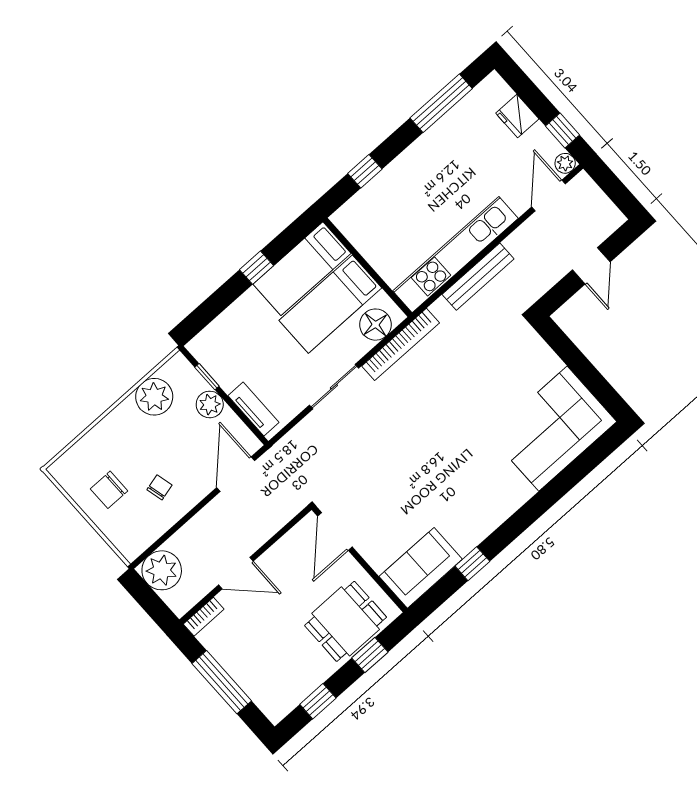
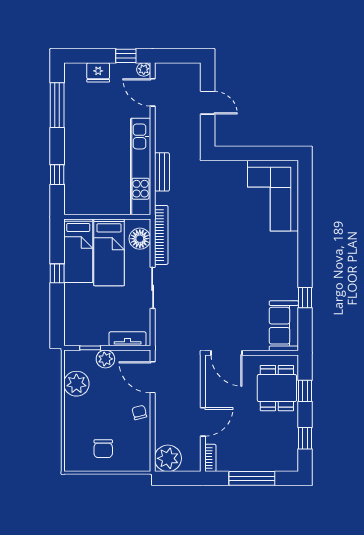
bench: (478, 277) -> (162, 172), width x0.73
chair: (160, 487) -> (139, 412), moved

